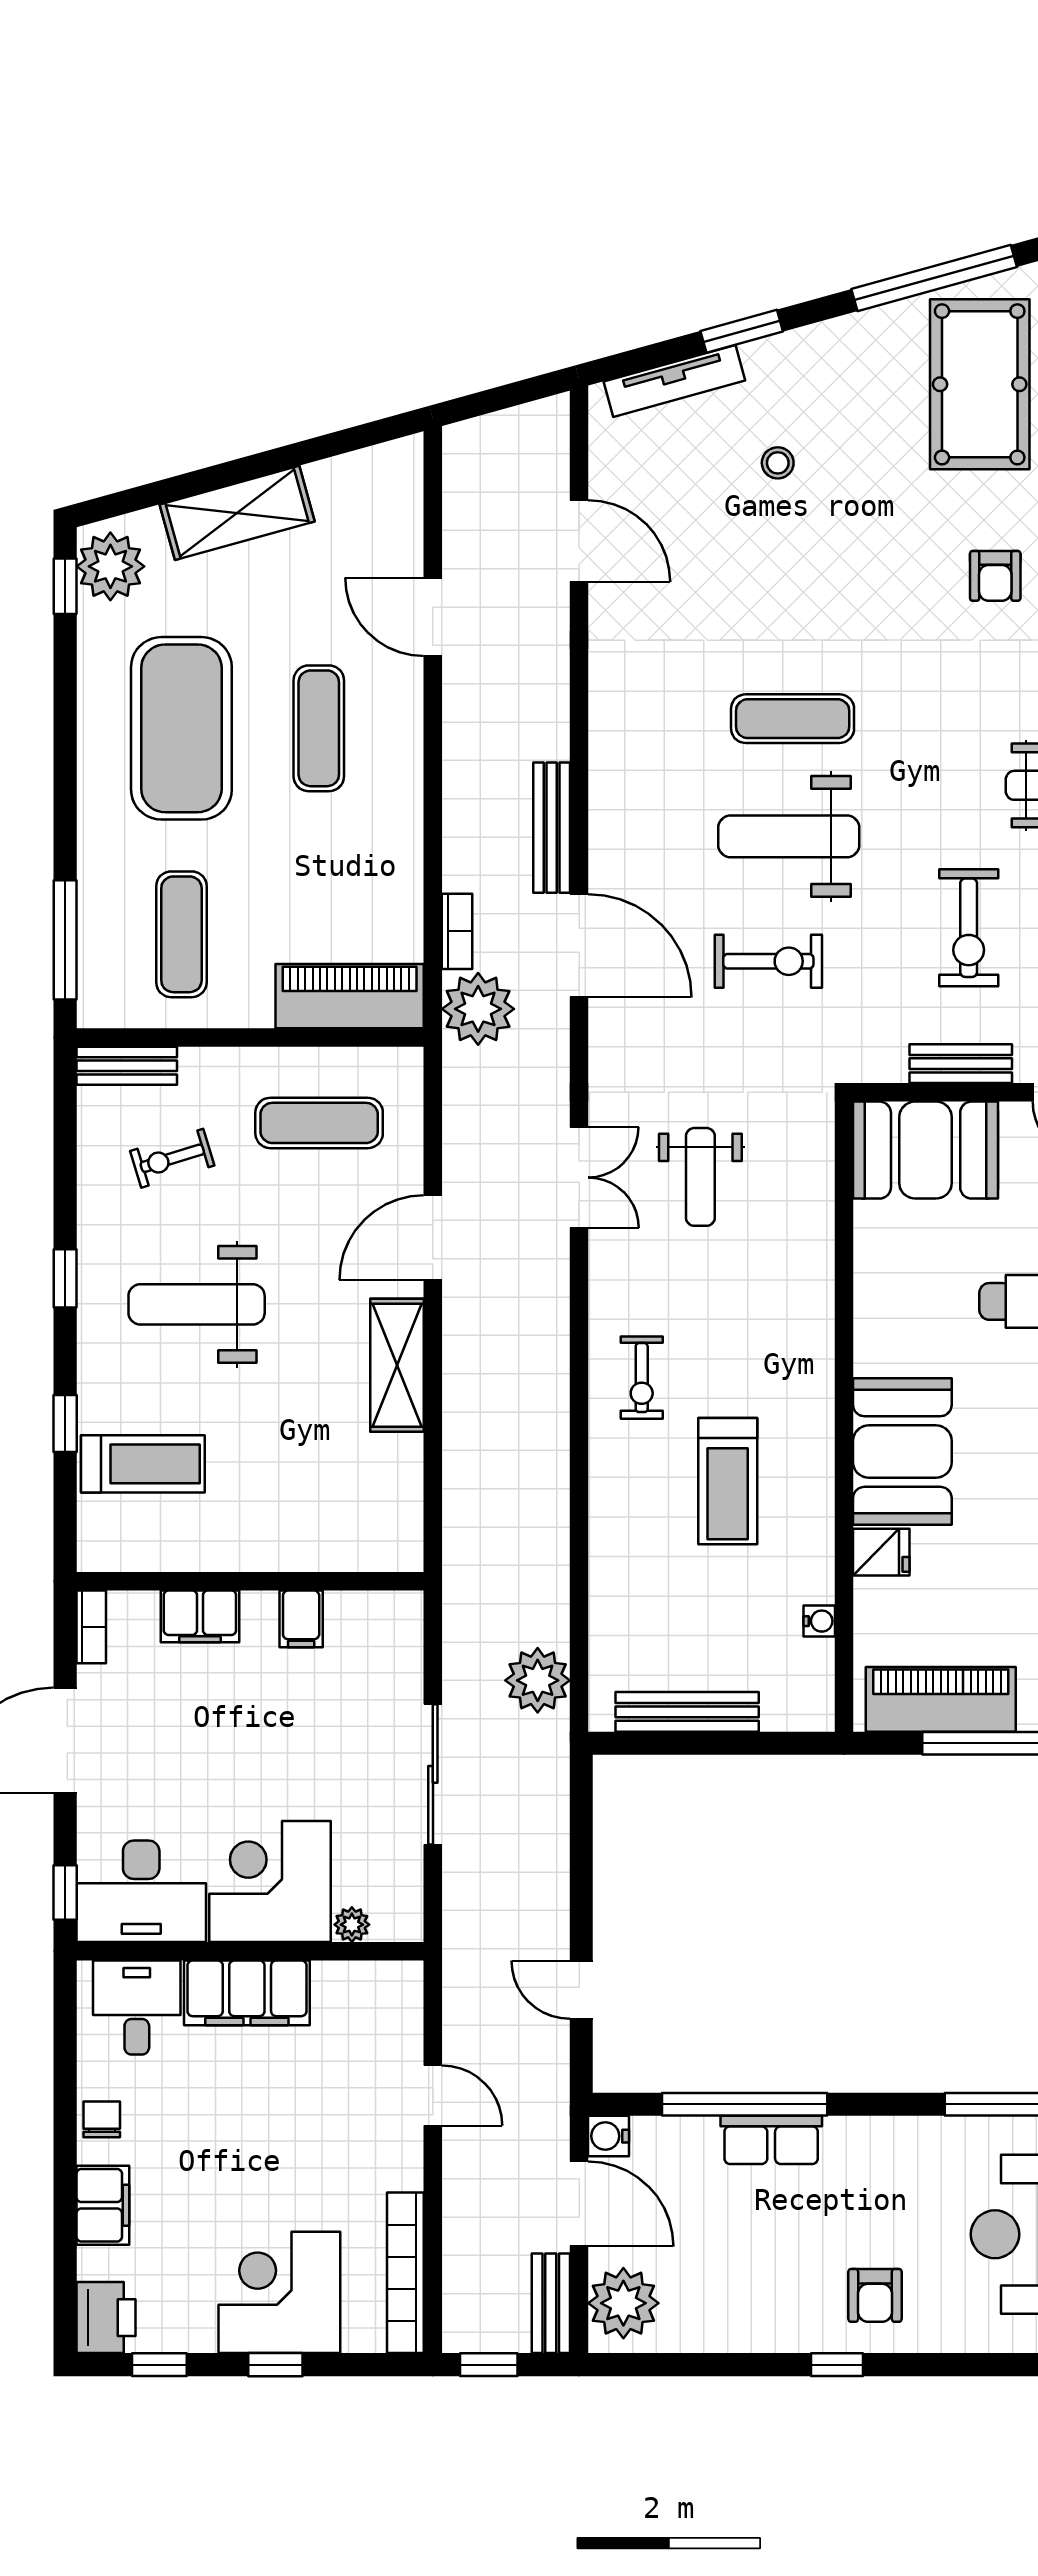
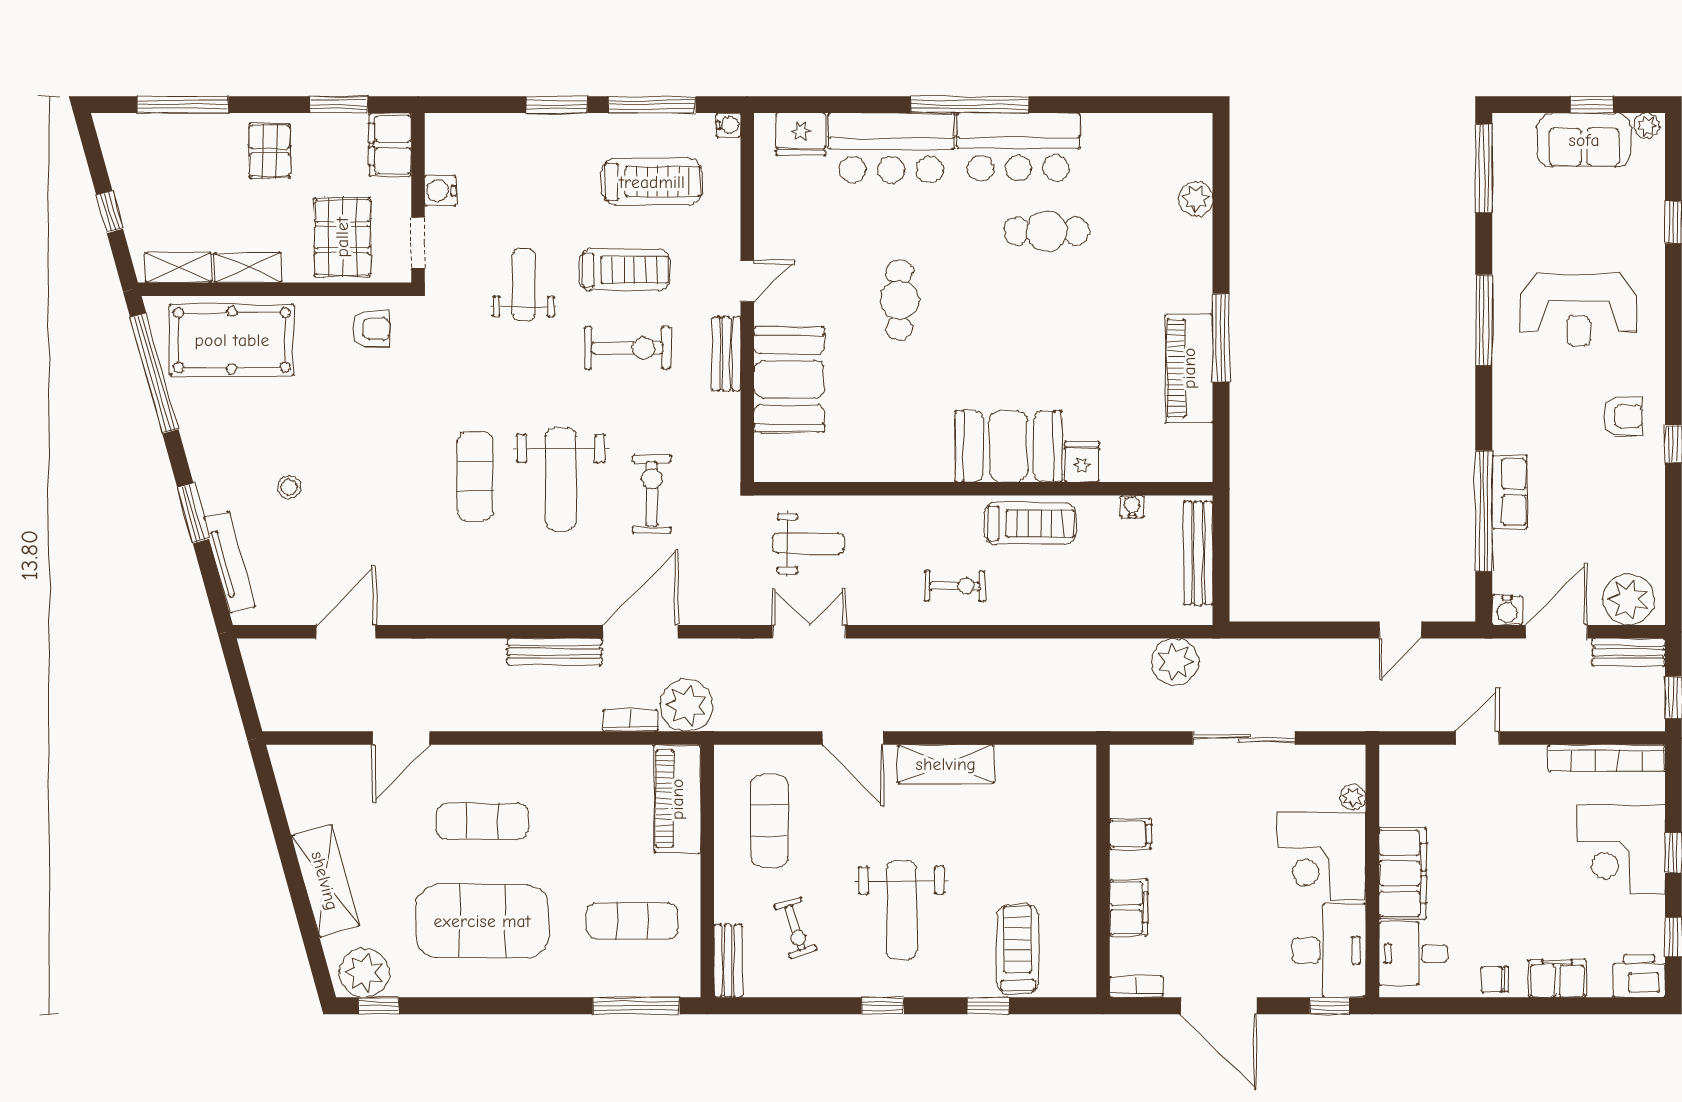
wall: (844, 1417) -> (983, 489), moved
booth: (902, 1452) -> (1009, 446), moved
fridge: (881, 1552) -> (1082, 462), moved
water cooler: (819, 1621) -> (1132, 507), moved

